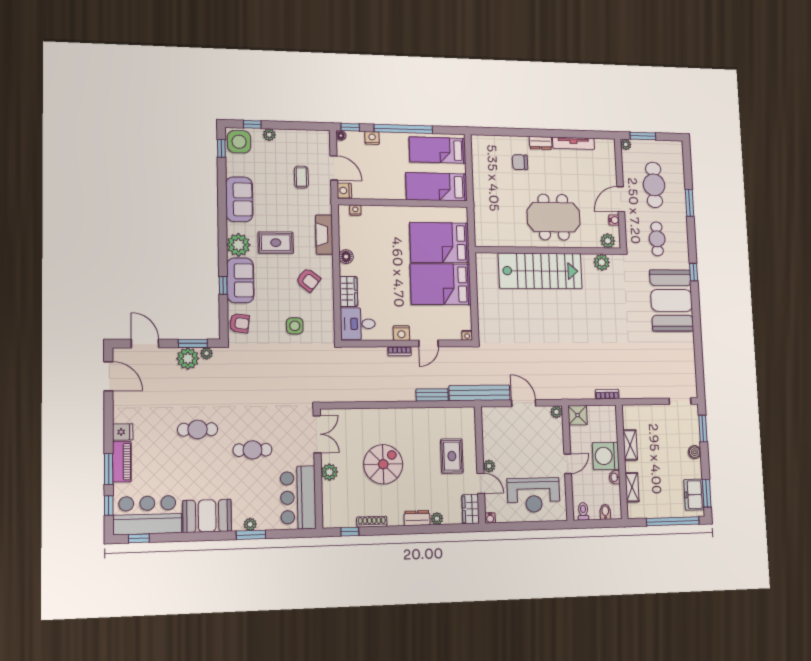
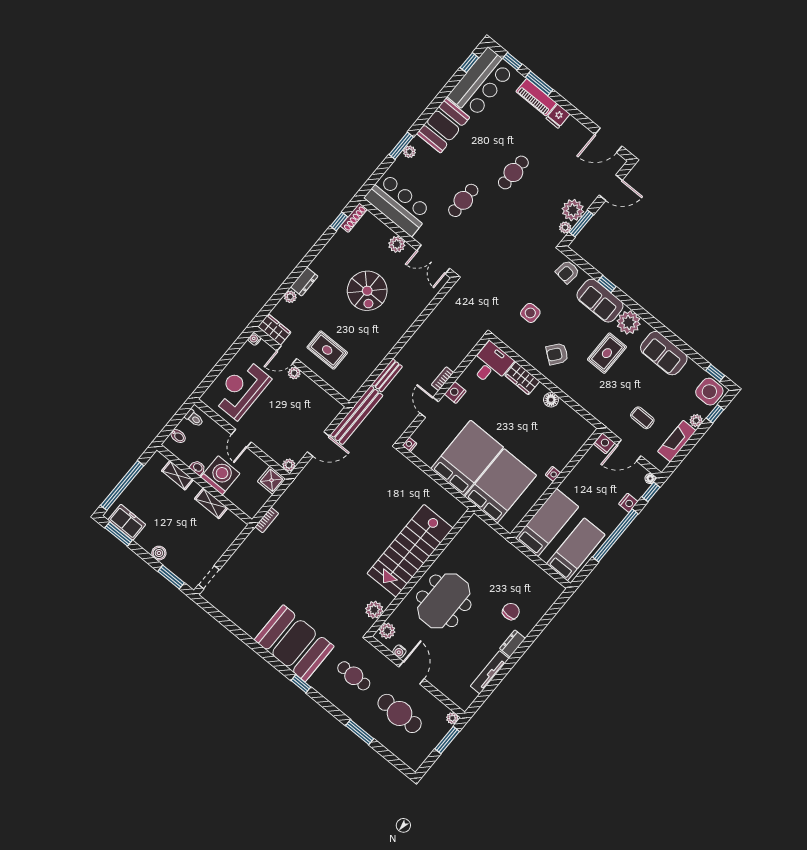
nightstand: (355, 210) -> (553, 474), moved
fireplace: (324, 235) -> (677, 441), moved, turned -90
shoe rack: (372, 522) -> (354, 218), moved

